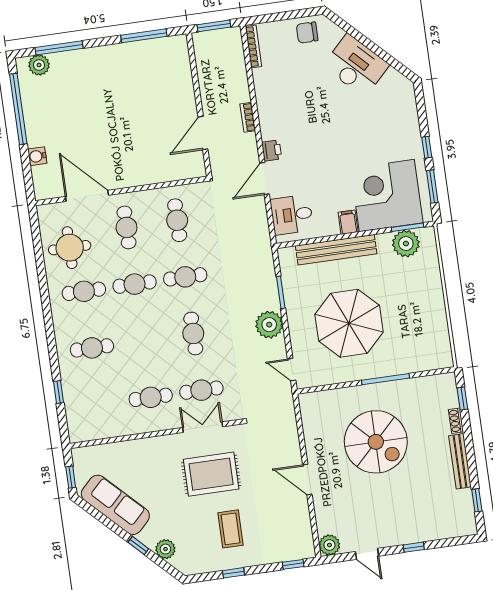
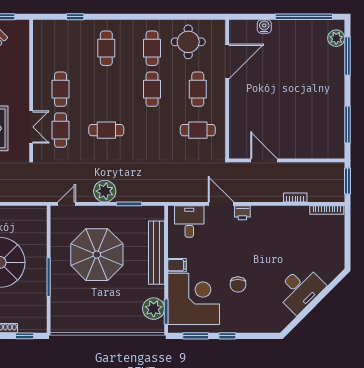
chair: (307, 33) -> (238, 284), moved, turned 180
bookcase: (248, 117) -> (295, 198), moved
cafe table: (126, 227) -> (198, 89), turned 90
cafe table: (185, 277) -> (152, 130), removed

